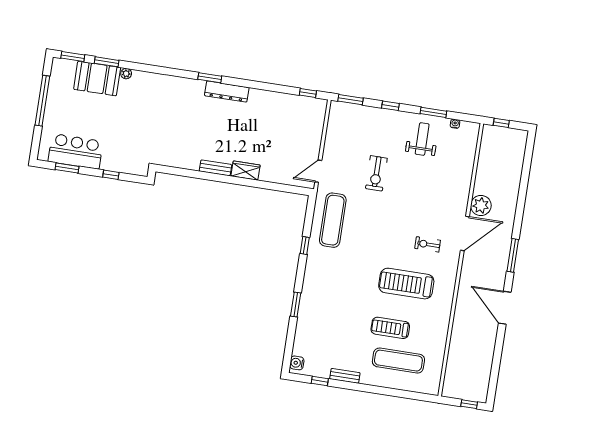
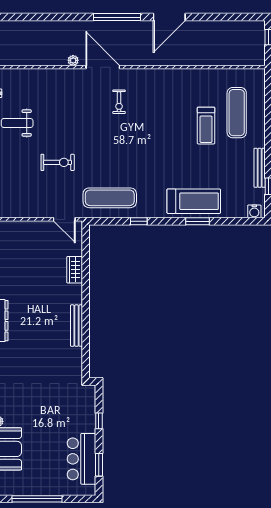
bench: (215, 168) -> (76, 326), width x1.36
wardrobe: (246, 171) -> (75, 270), moved
plant: (481, 205) -> (73, 60), width x0.53, depth x0.53
window: (513, 255) -> (117, 17), width x1.46
treadmill: (406, 284) -> (194, 201), moved, turned -90
bench: (345, 376) -> (260, 168), width x1.36

